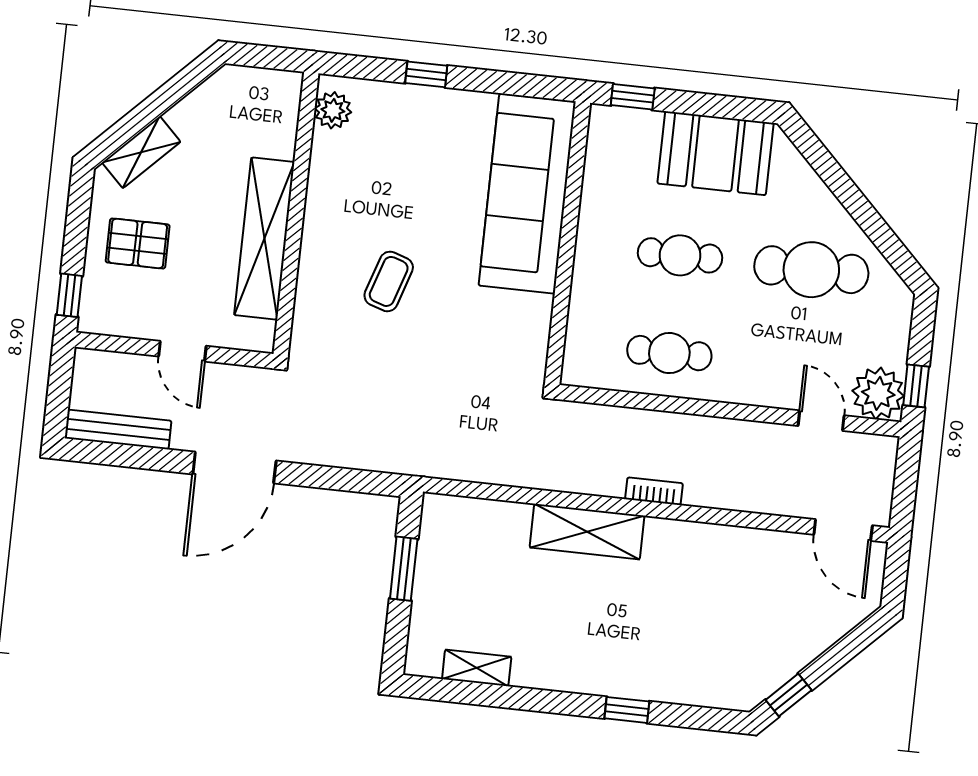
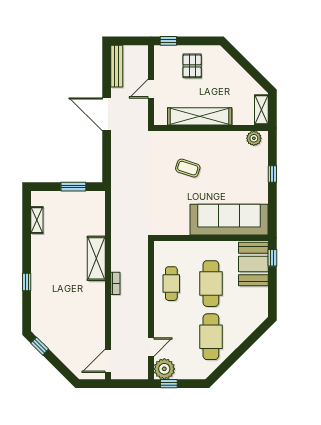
shelving: (141, 152) -> (261, 110), moved, turned 45
booth: (715, 153) -> (253, 264), moved
cafe table: (680, 255) -> (211, 284), width x1.37, depth x1.35

